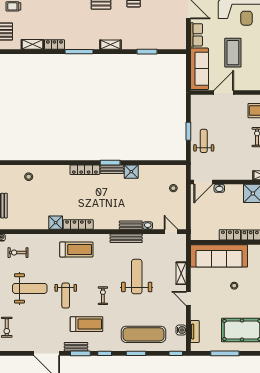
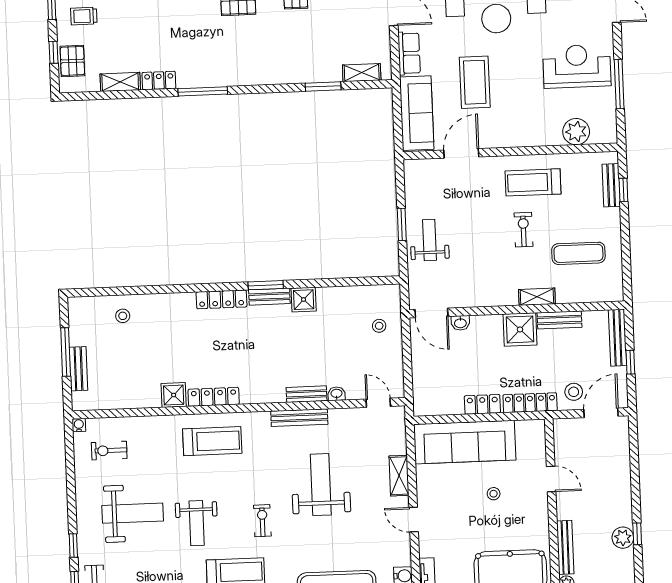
shelving: (110, 45) -> (362, 73), moved
door: (203, 182) -> (431, 313), hinge flipped

